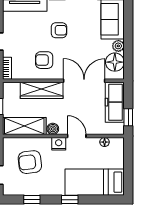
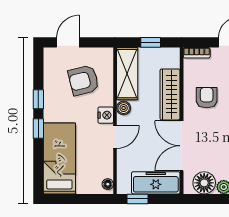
double door: (84, 81) -> (182, 146), swing flipped
floor lamp: (105, 142) -> (108, 184), moved
armchair: (30, 162) -> (84, 80), turned -97
window: (32, 200) -> (38, 99), moved

